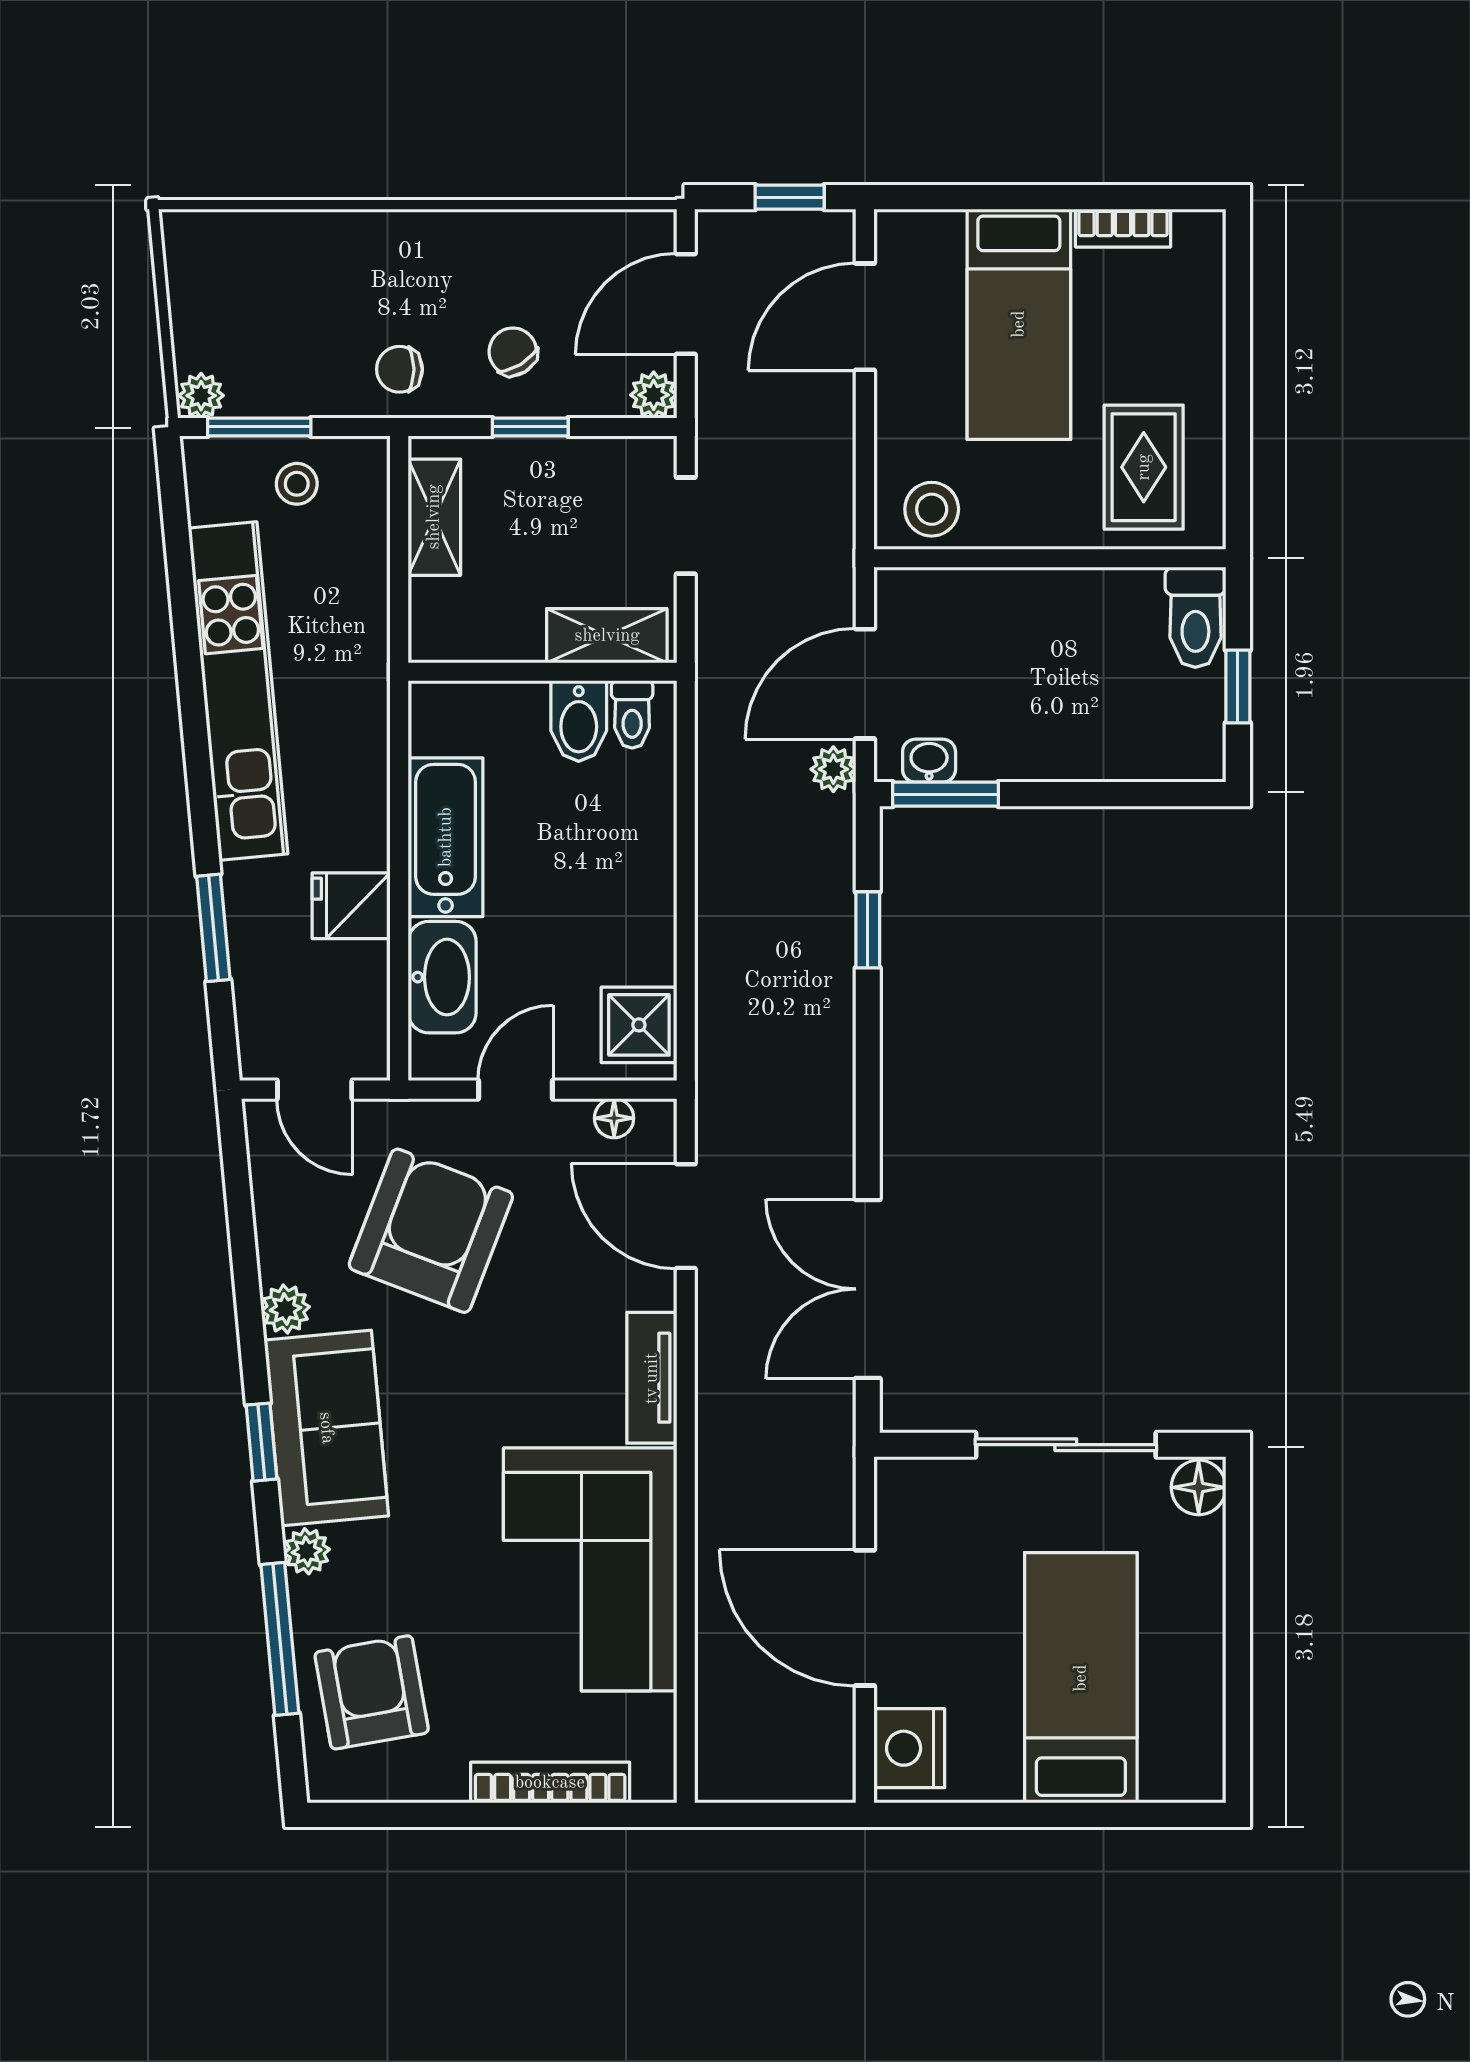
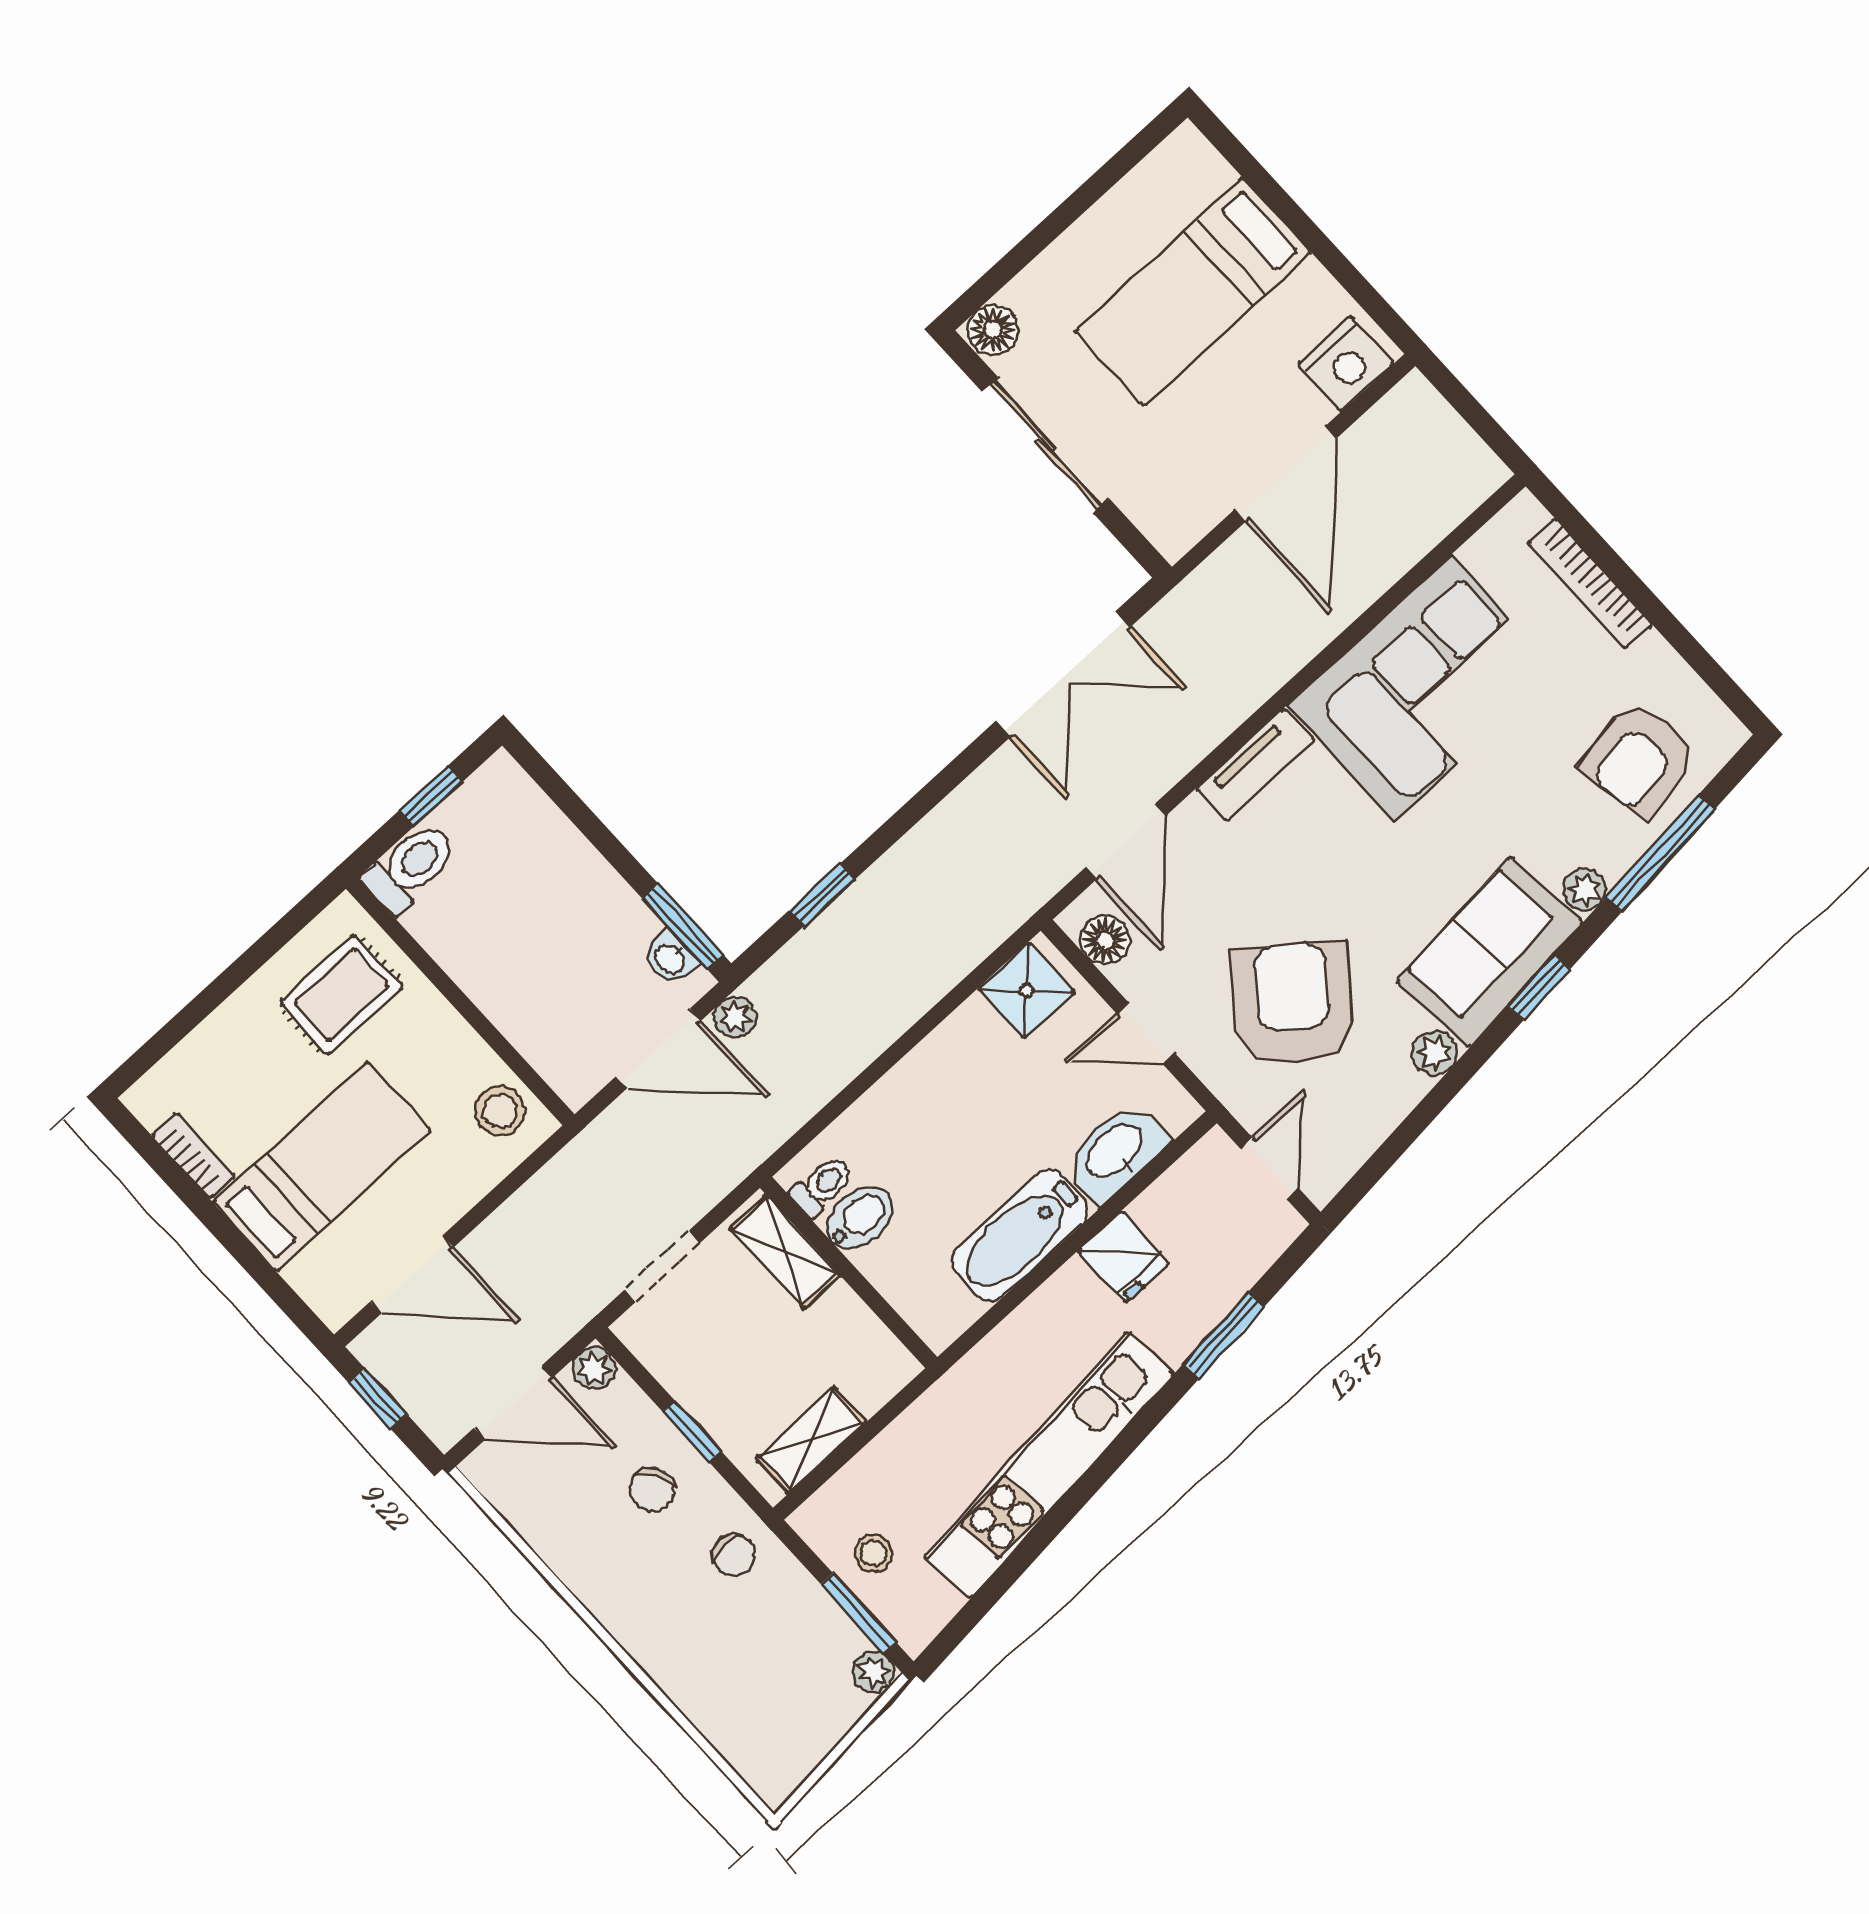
floor lamp: (614, 1118) -> (1105, 940), width x1.37, depth x1.37
armchair: (431, 1231) -> (1293, 1003), turned 107

